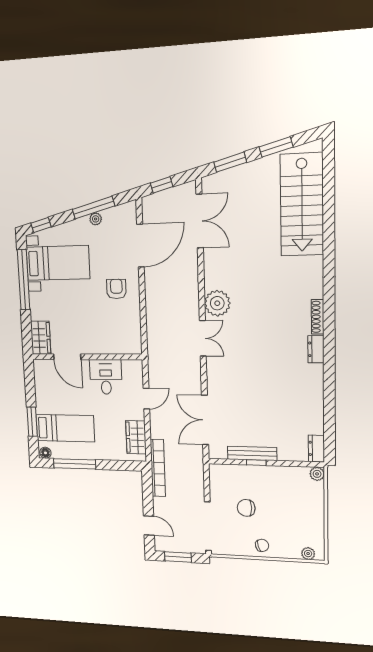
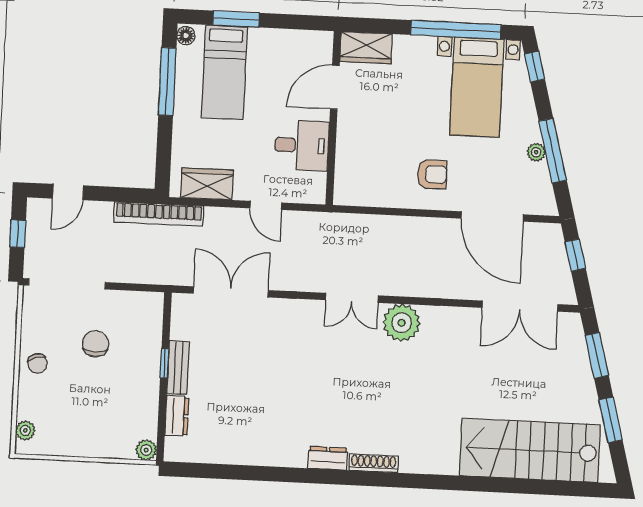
dresser: (316, 449) -> (177, 416), moved, turned 90
bench: (252, 453) -> (178, 368), width x0.73
window: (178, 557) -> (18, 234), width x0.67

